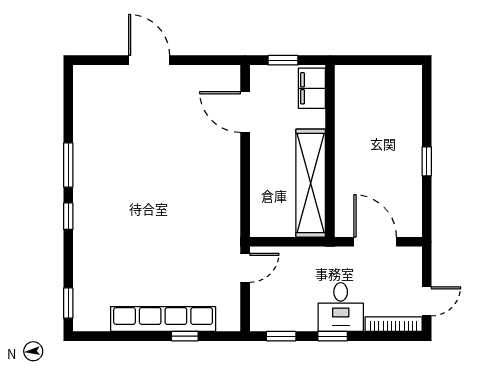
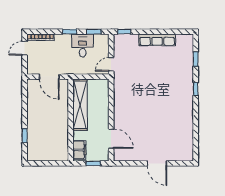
window: (427, 161) -> (25, 136), moved
window: (68, 165) -> (196, 113), removed
window: (68, 303) -> (196, 59), moved
desk: (341, 307) -> (83, 46), moved
row of seats: (163, 319) -> (157, 40), width x0.73
window: (185, 336) -> (124, 32), moved

